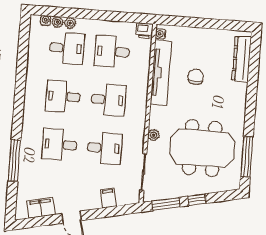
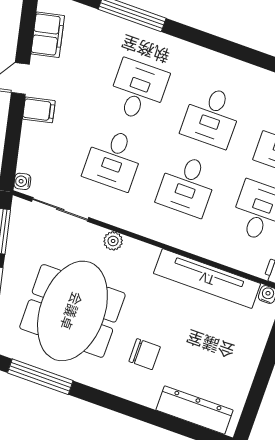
chair: (196, 77) -> (145, 354), moved
desk: (63, 96) -> (212, 117), turned 180
filing cabinet: (109, 198) -> (39, 110), moved
water cooler: (133, 199) -> (22, 181), added

